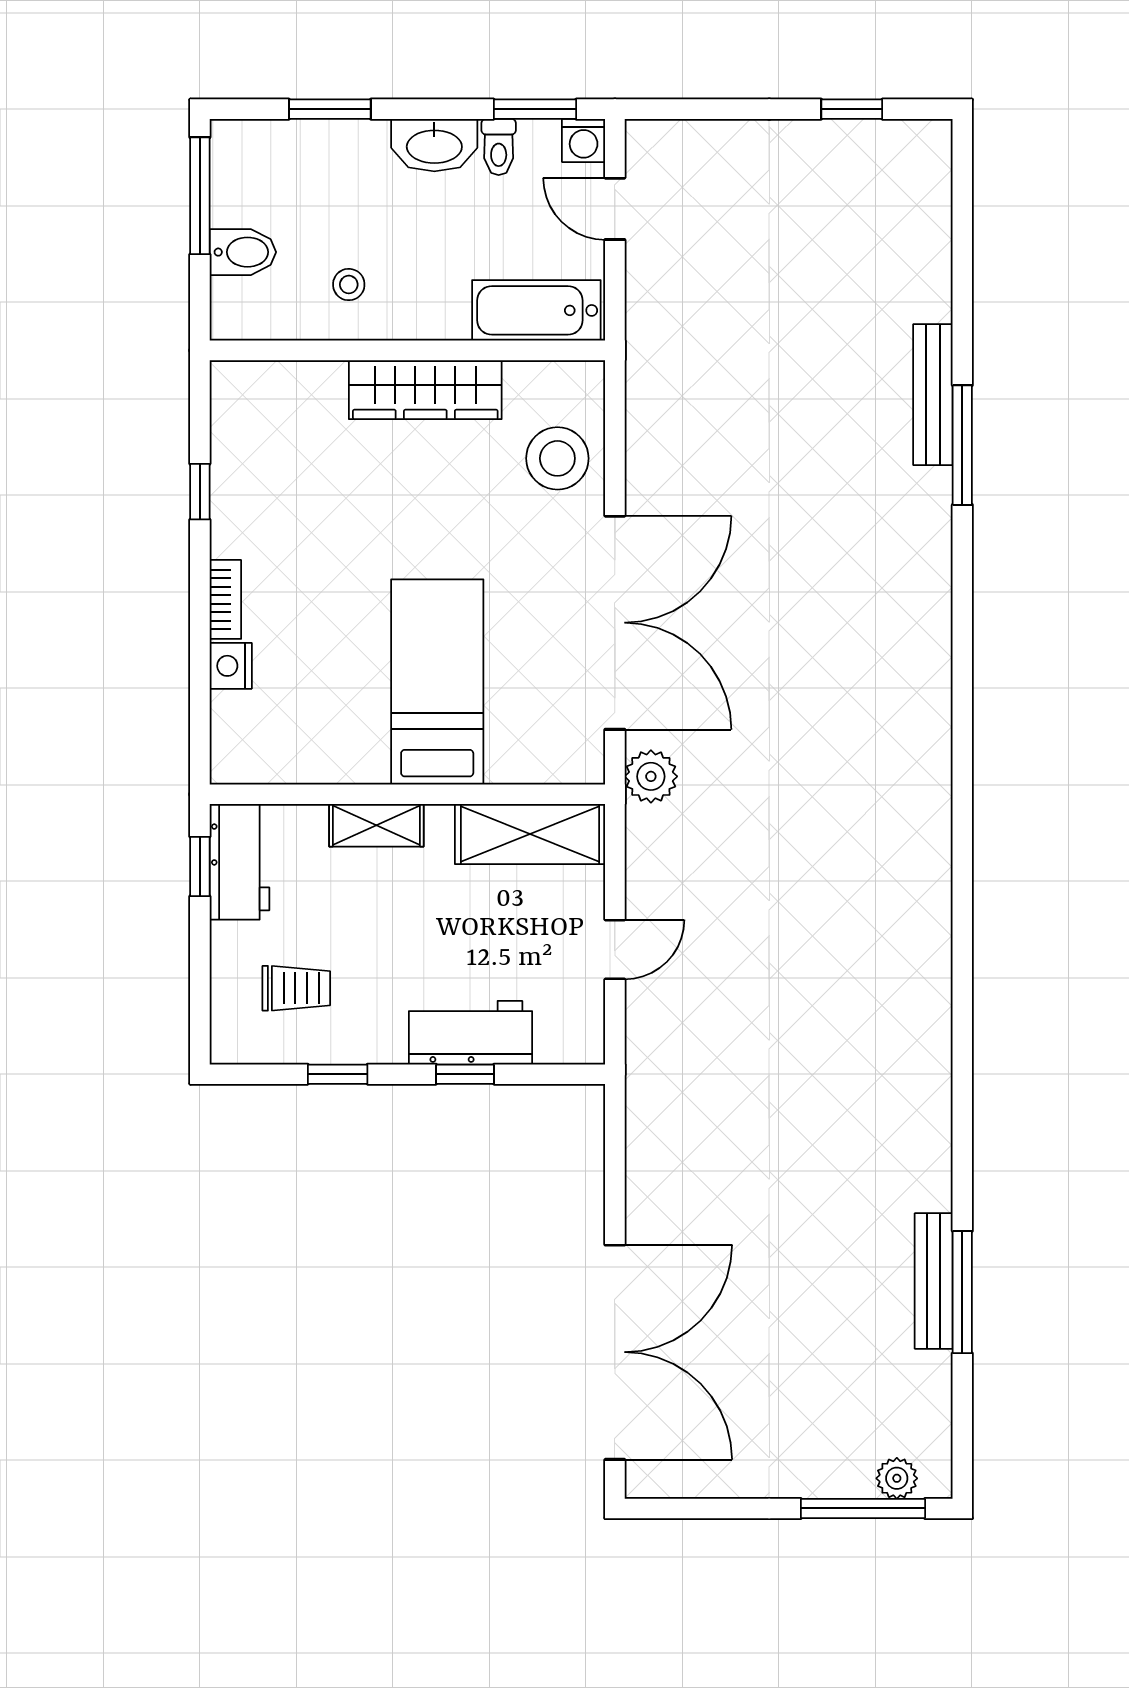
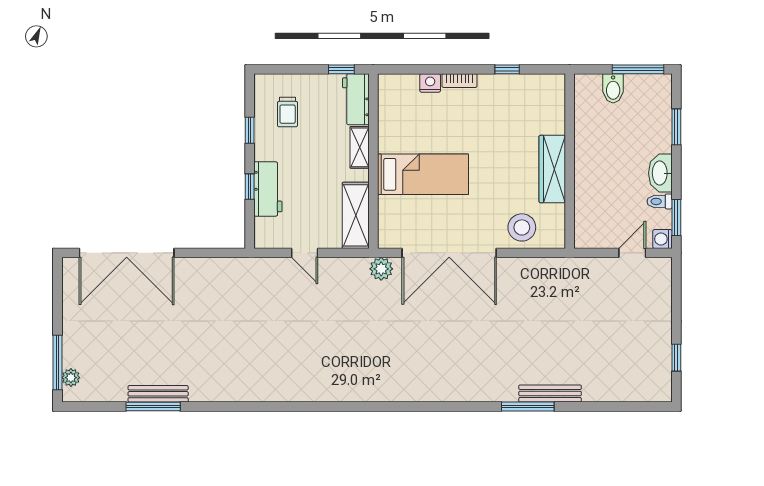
stool: (349, 285) -> (599, 135), removed
bathtub: (536, 310) -> (587, 218), removed
workbench: (239, 862) -> (356, 99), moved, turned 90

